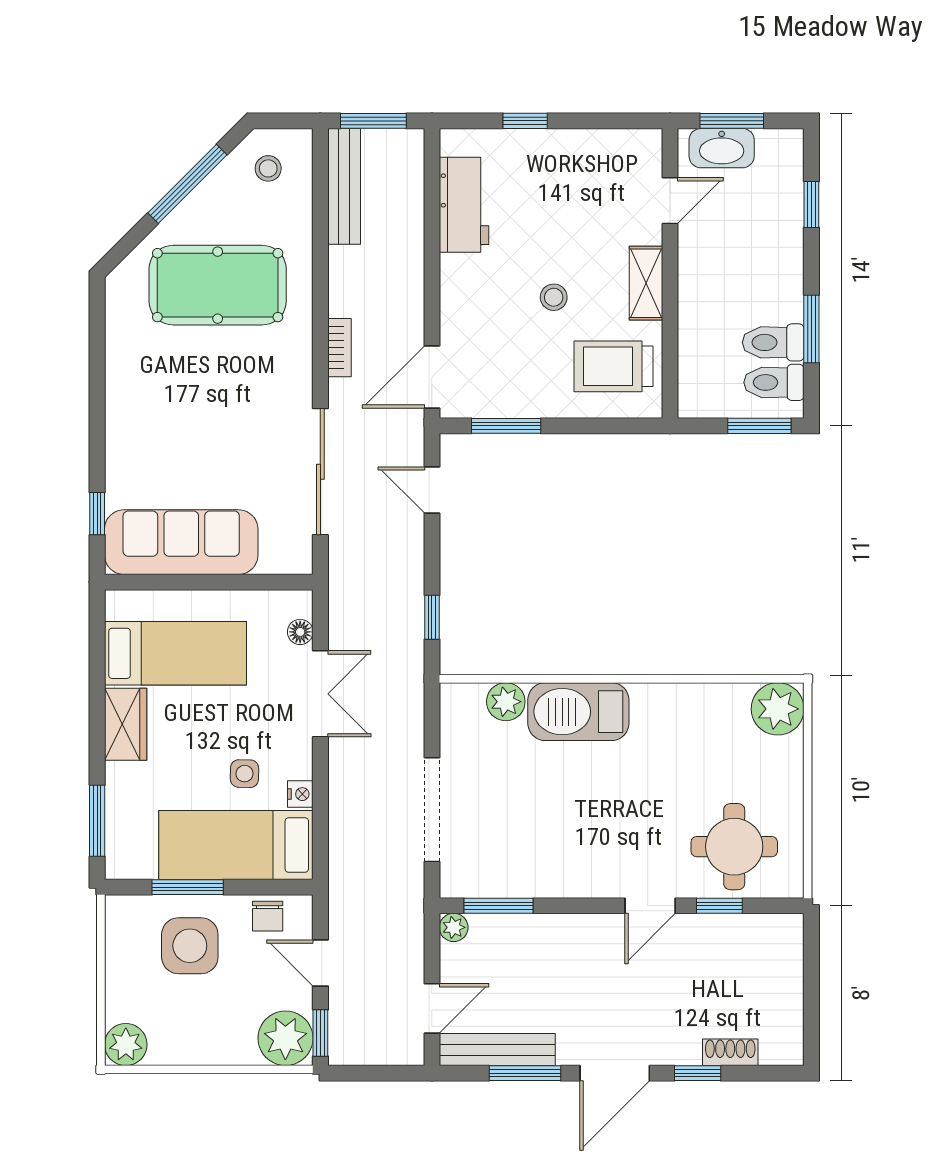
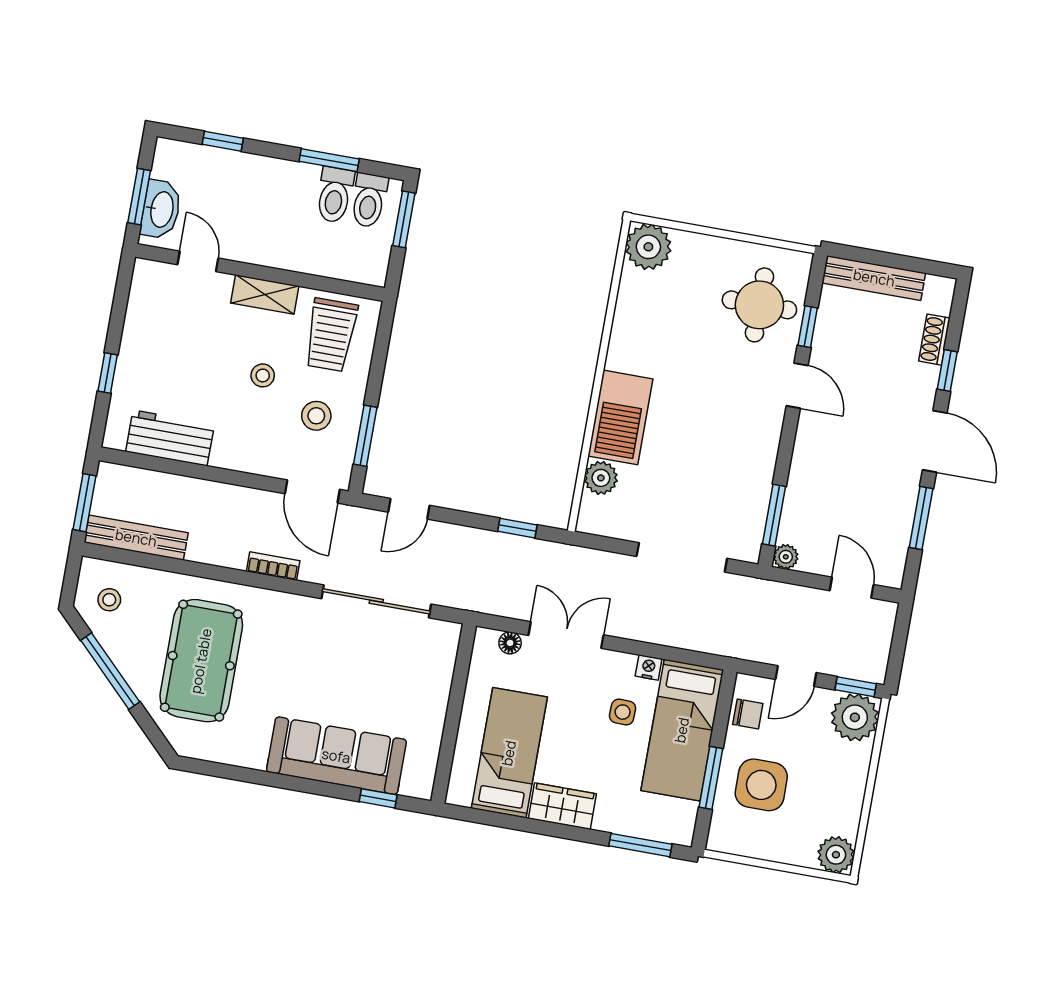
stool: (519, 366) -> (316, 416), added
sofa: (181, 542) -> (336, 756), moved, turned 90
bench: (497, 1050) -> (874, 278), moved, turned 90

